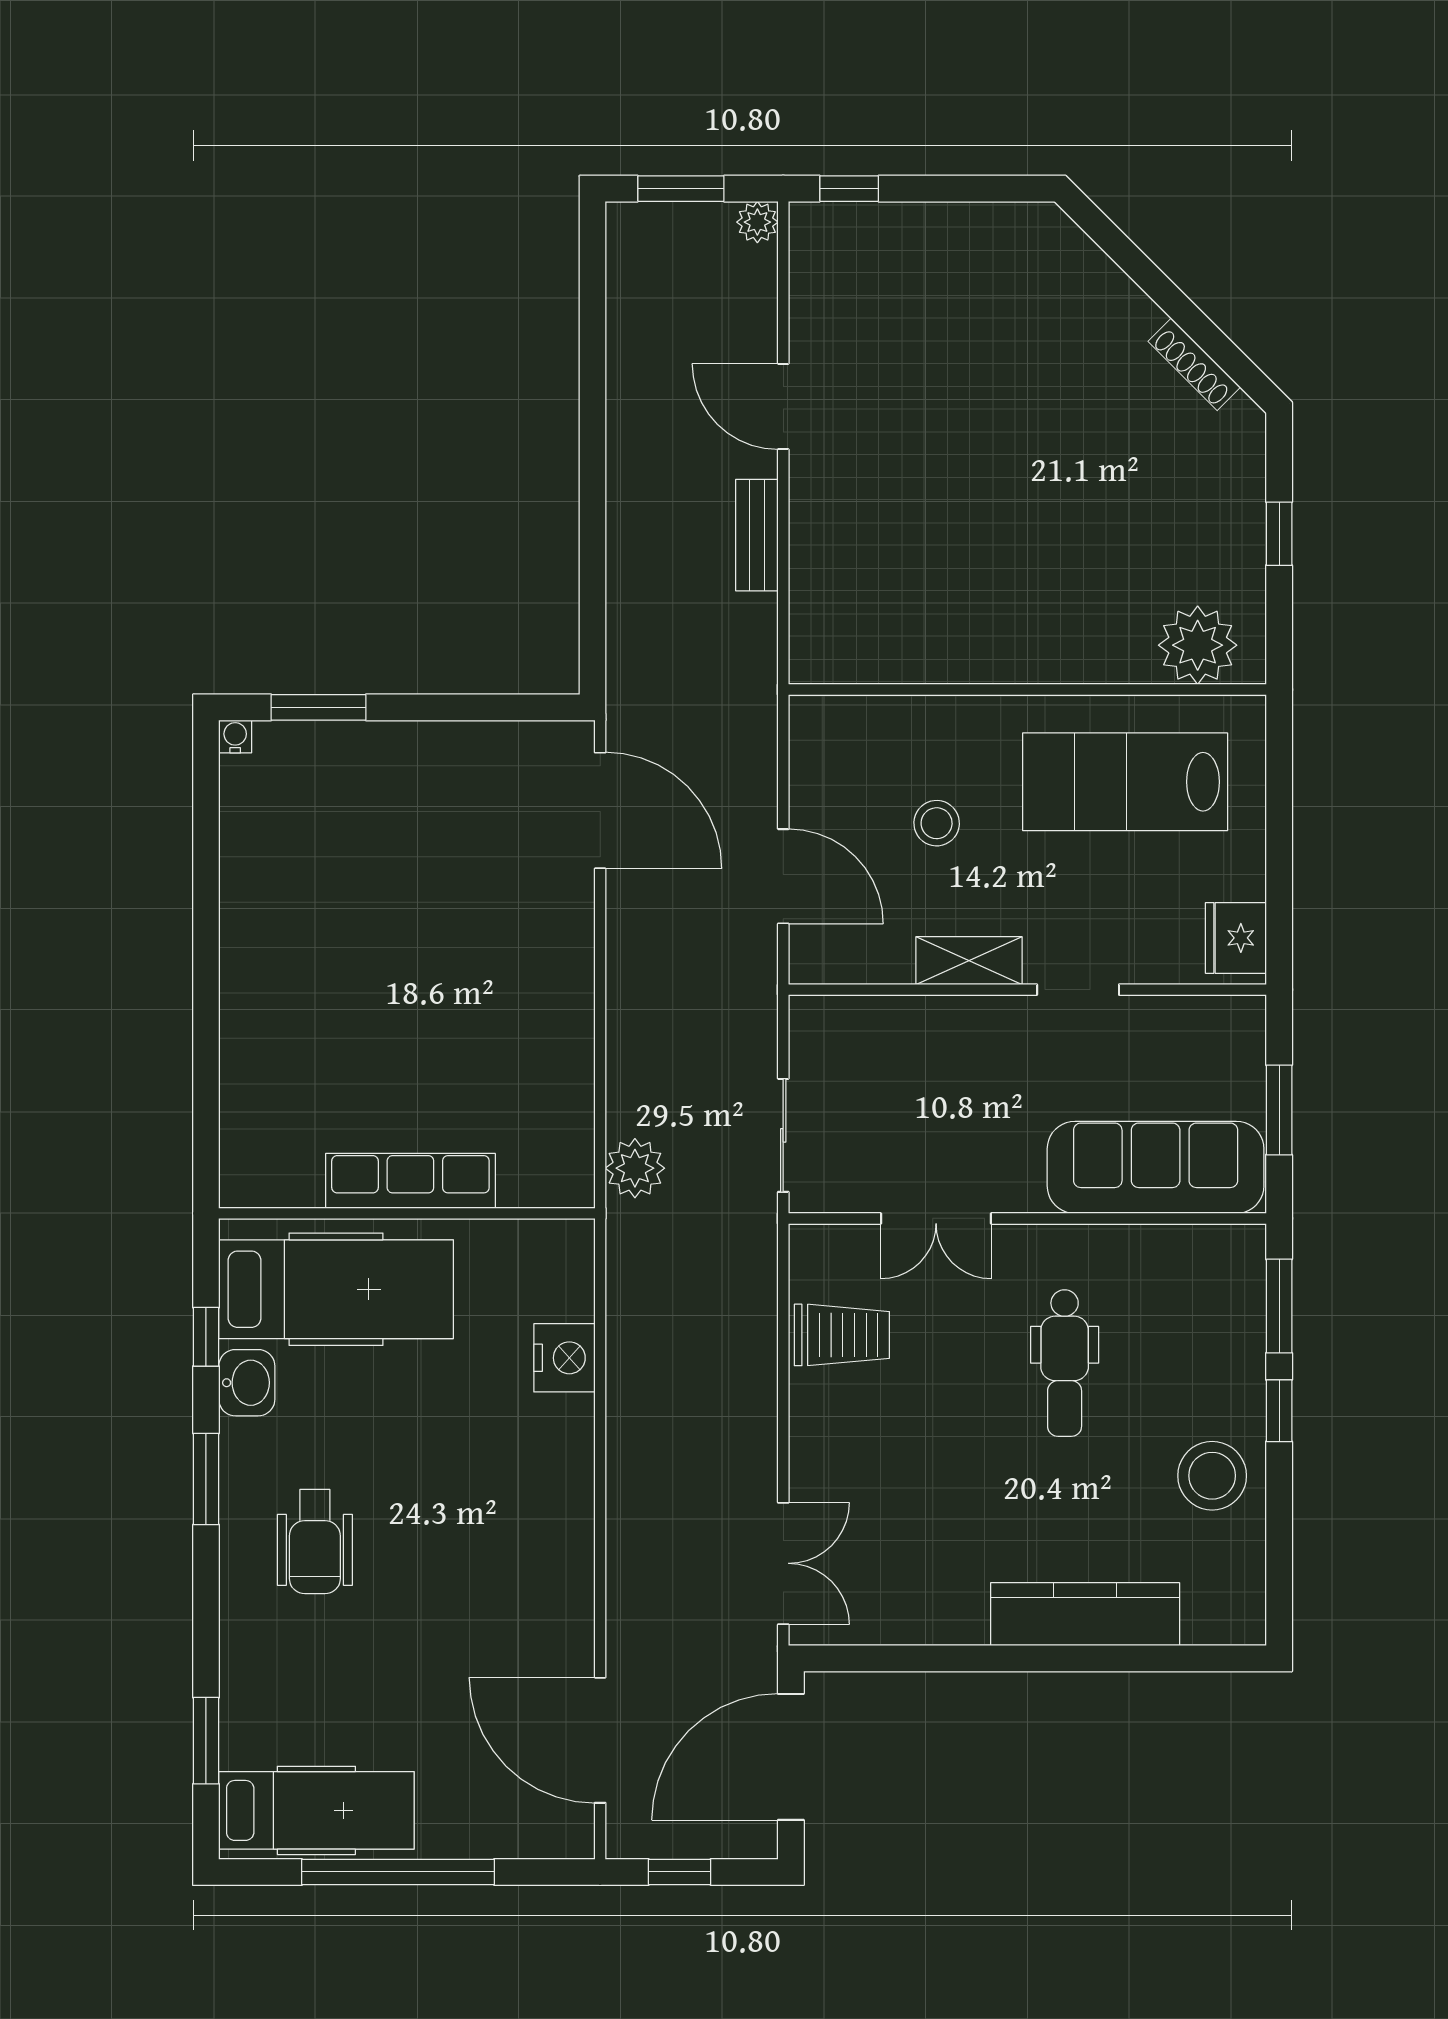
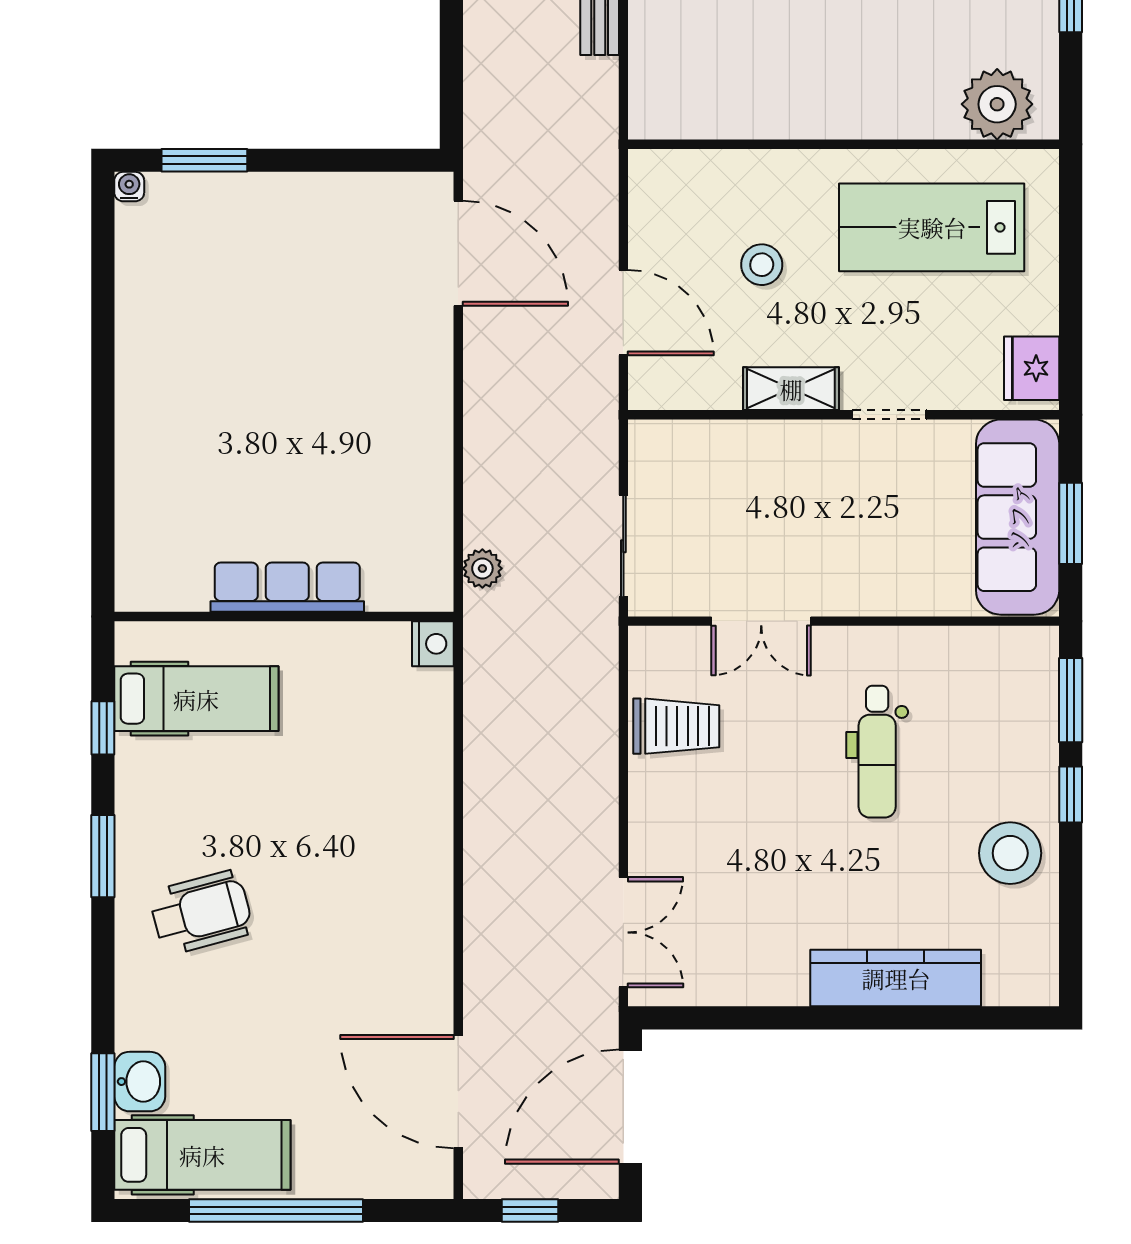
sofa: (1156, 1167) -> (1018, 517), moved, turned -90
plant: (635, 1168) -> (482, 568), width x0.73, depth x0.73
hospital bed: (336, 1289) -> (196, 699), width x0.73, depth x0.78
nightstand: (564, 1358) -> (433, 644), moved, width x0.74, depth x0.75
washbasin: (247, 1383) -> (140, 1082), moved
wheelchair: (315, 1542) -> (201, 912), turned -105

